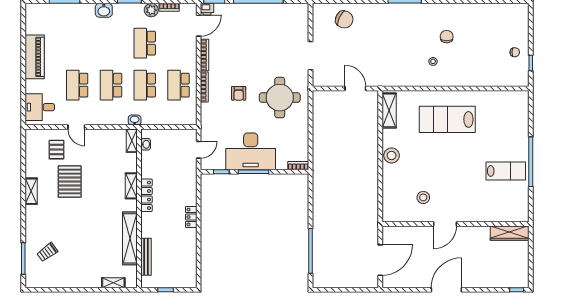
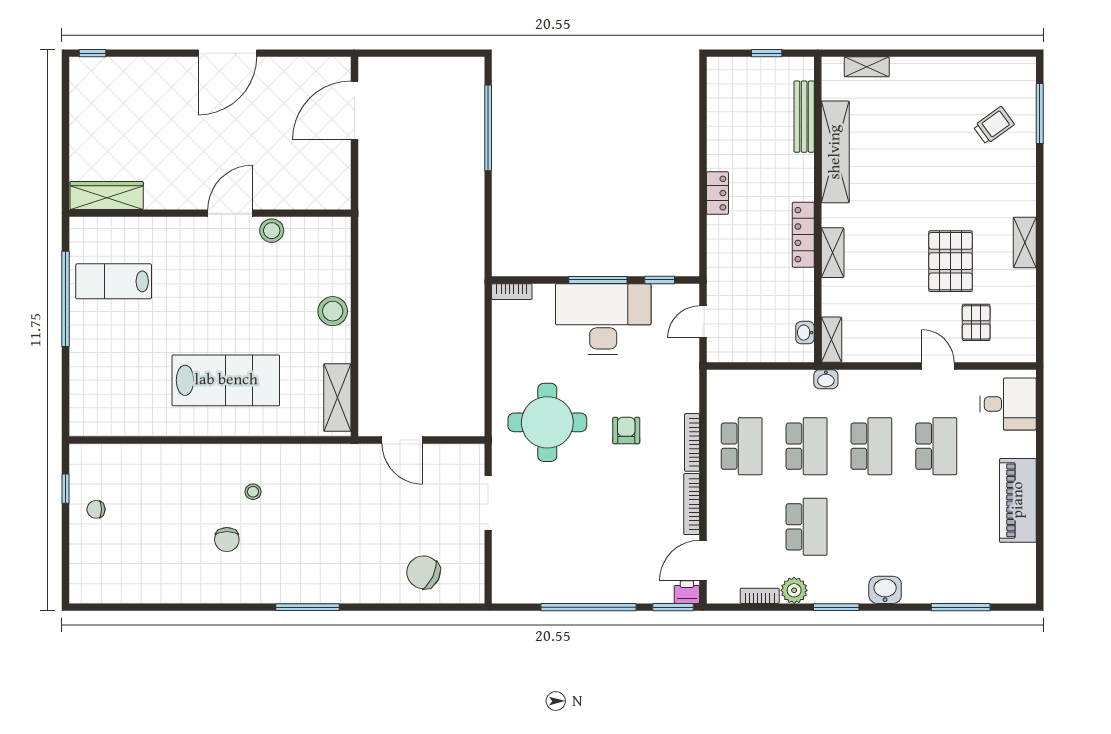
door: (445, 224) -> (230, 213), moved
wall: (455, 224) -> (210, 213), moved
wardrobe: (509, 233) -> (107, 195), moved

